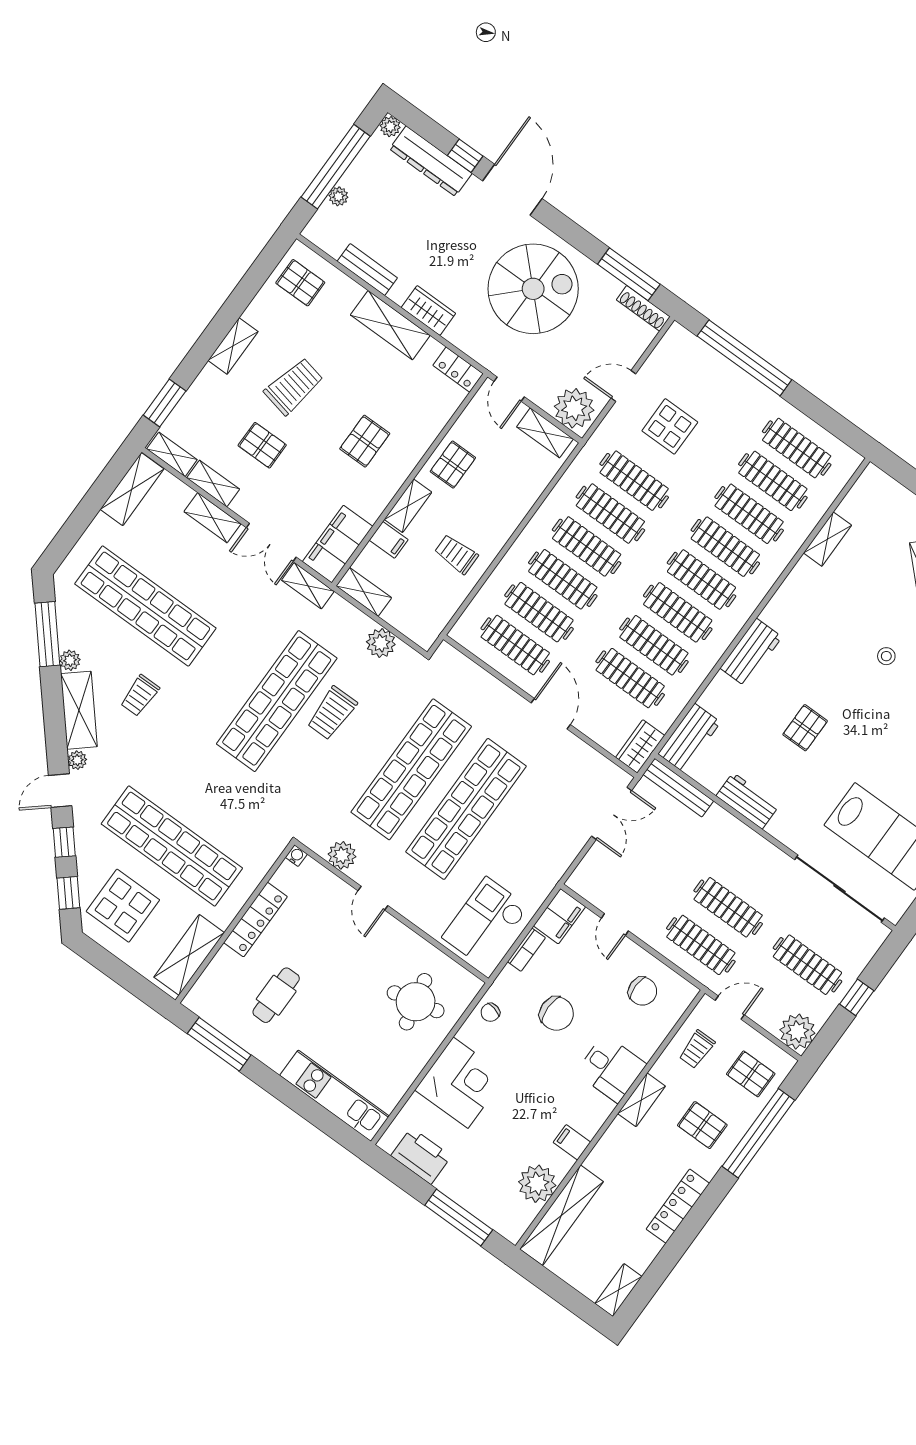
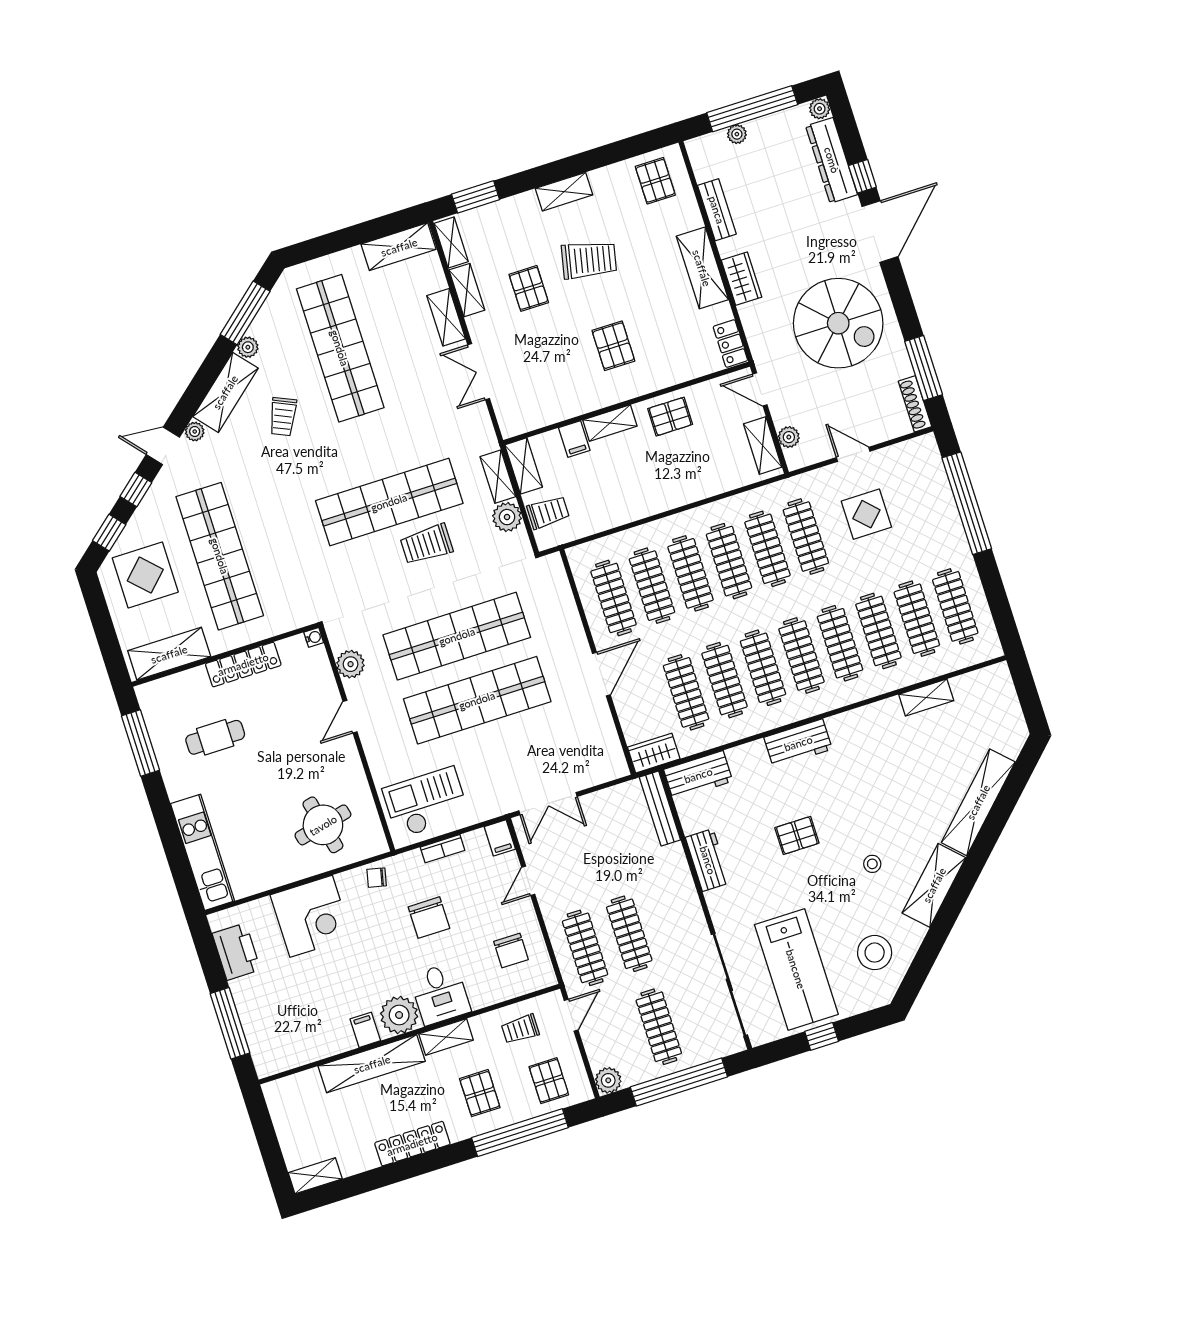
door: (509, 389) -> (760, 389), hinge flipped
plant: (574, 408) -> (789, 437), width x0.53, depth x0.53
pallet: (365, 441) -> (613, 346), turned 90
filing cabinet: (338, 544) -> (531, 412), removed
trolley: (456, 554) -> (548, 512), moved, turned 90
shelving: (308, 586) -> (498, 477), moved
stool: (886, 656) -> (872, 864), moved
trolley: (140, 696) -> (283, 417), turned -66
double door: (612, 813) -> (548, 804), moved
filing cabinet: (559, 916) -> (500, 838), width x0.50
window: (857, 997) -> (679, 1082), width x3.17
door: (730, 1008) -> (571, 1015), hinge flipped
plant: (797, 1032) -> (608, 1080), width x0.73, depth x0.73
plant: (537, 1184) -> (399, 1015), moved
shelving: (561, 1215) -> (372, 1064), moved

